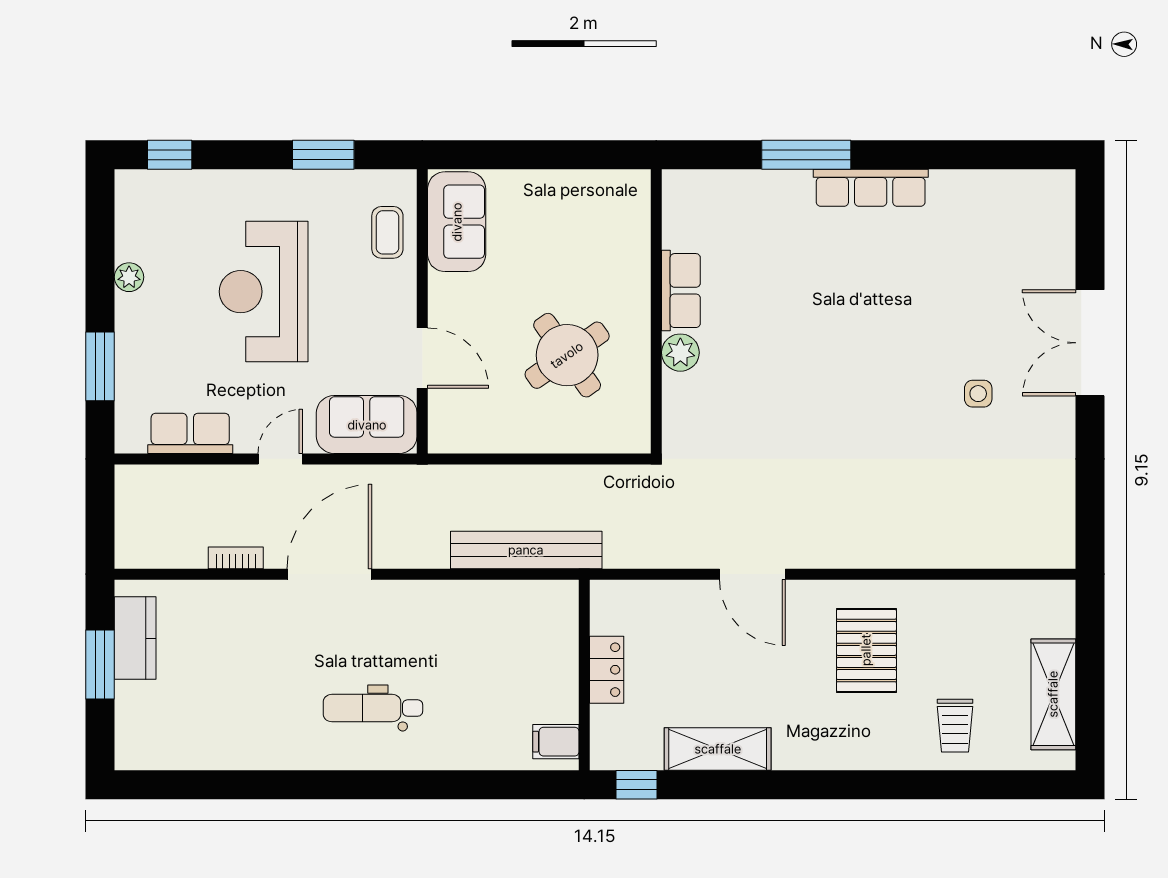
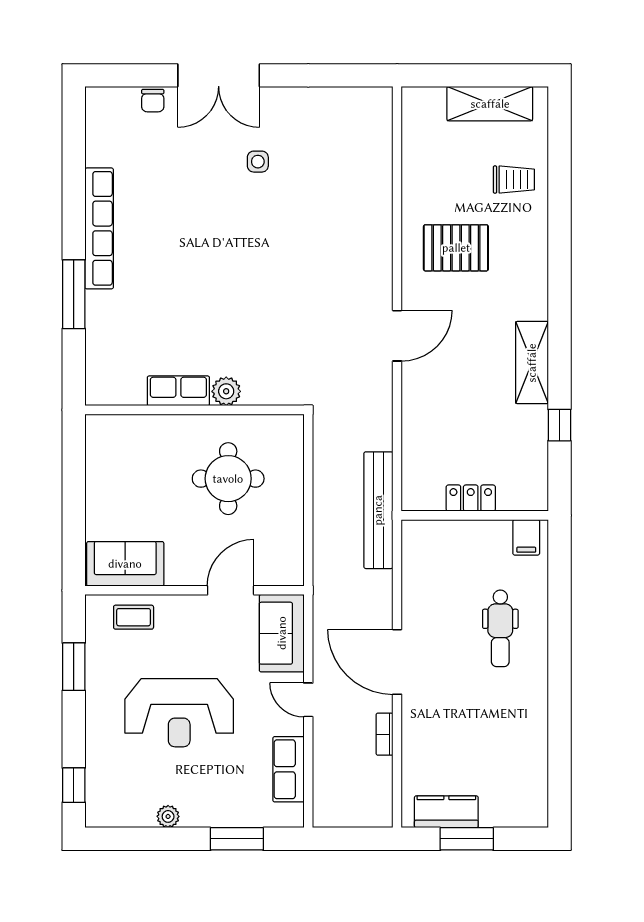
row of seats: (871, 188) -> (99, 228), width x1.36
chair: (1057, 257) -> (153, 101), added
round table: (567, 355) -> (228, 479), turned 35
locker: (607, 670) -> (471, 498), moved
wall: (584, 675) -> (475, 515), moved
filing cabinet: (556, 742) -> (526, 537), moved

